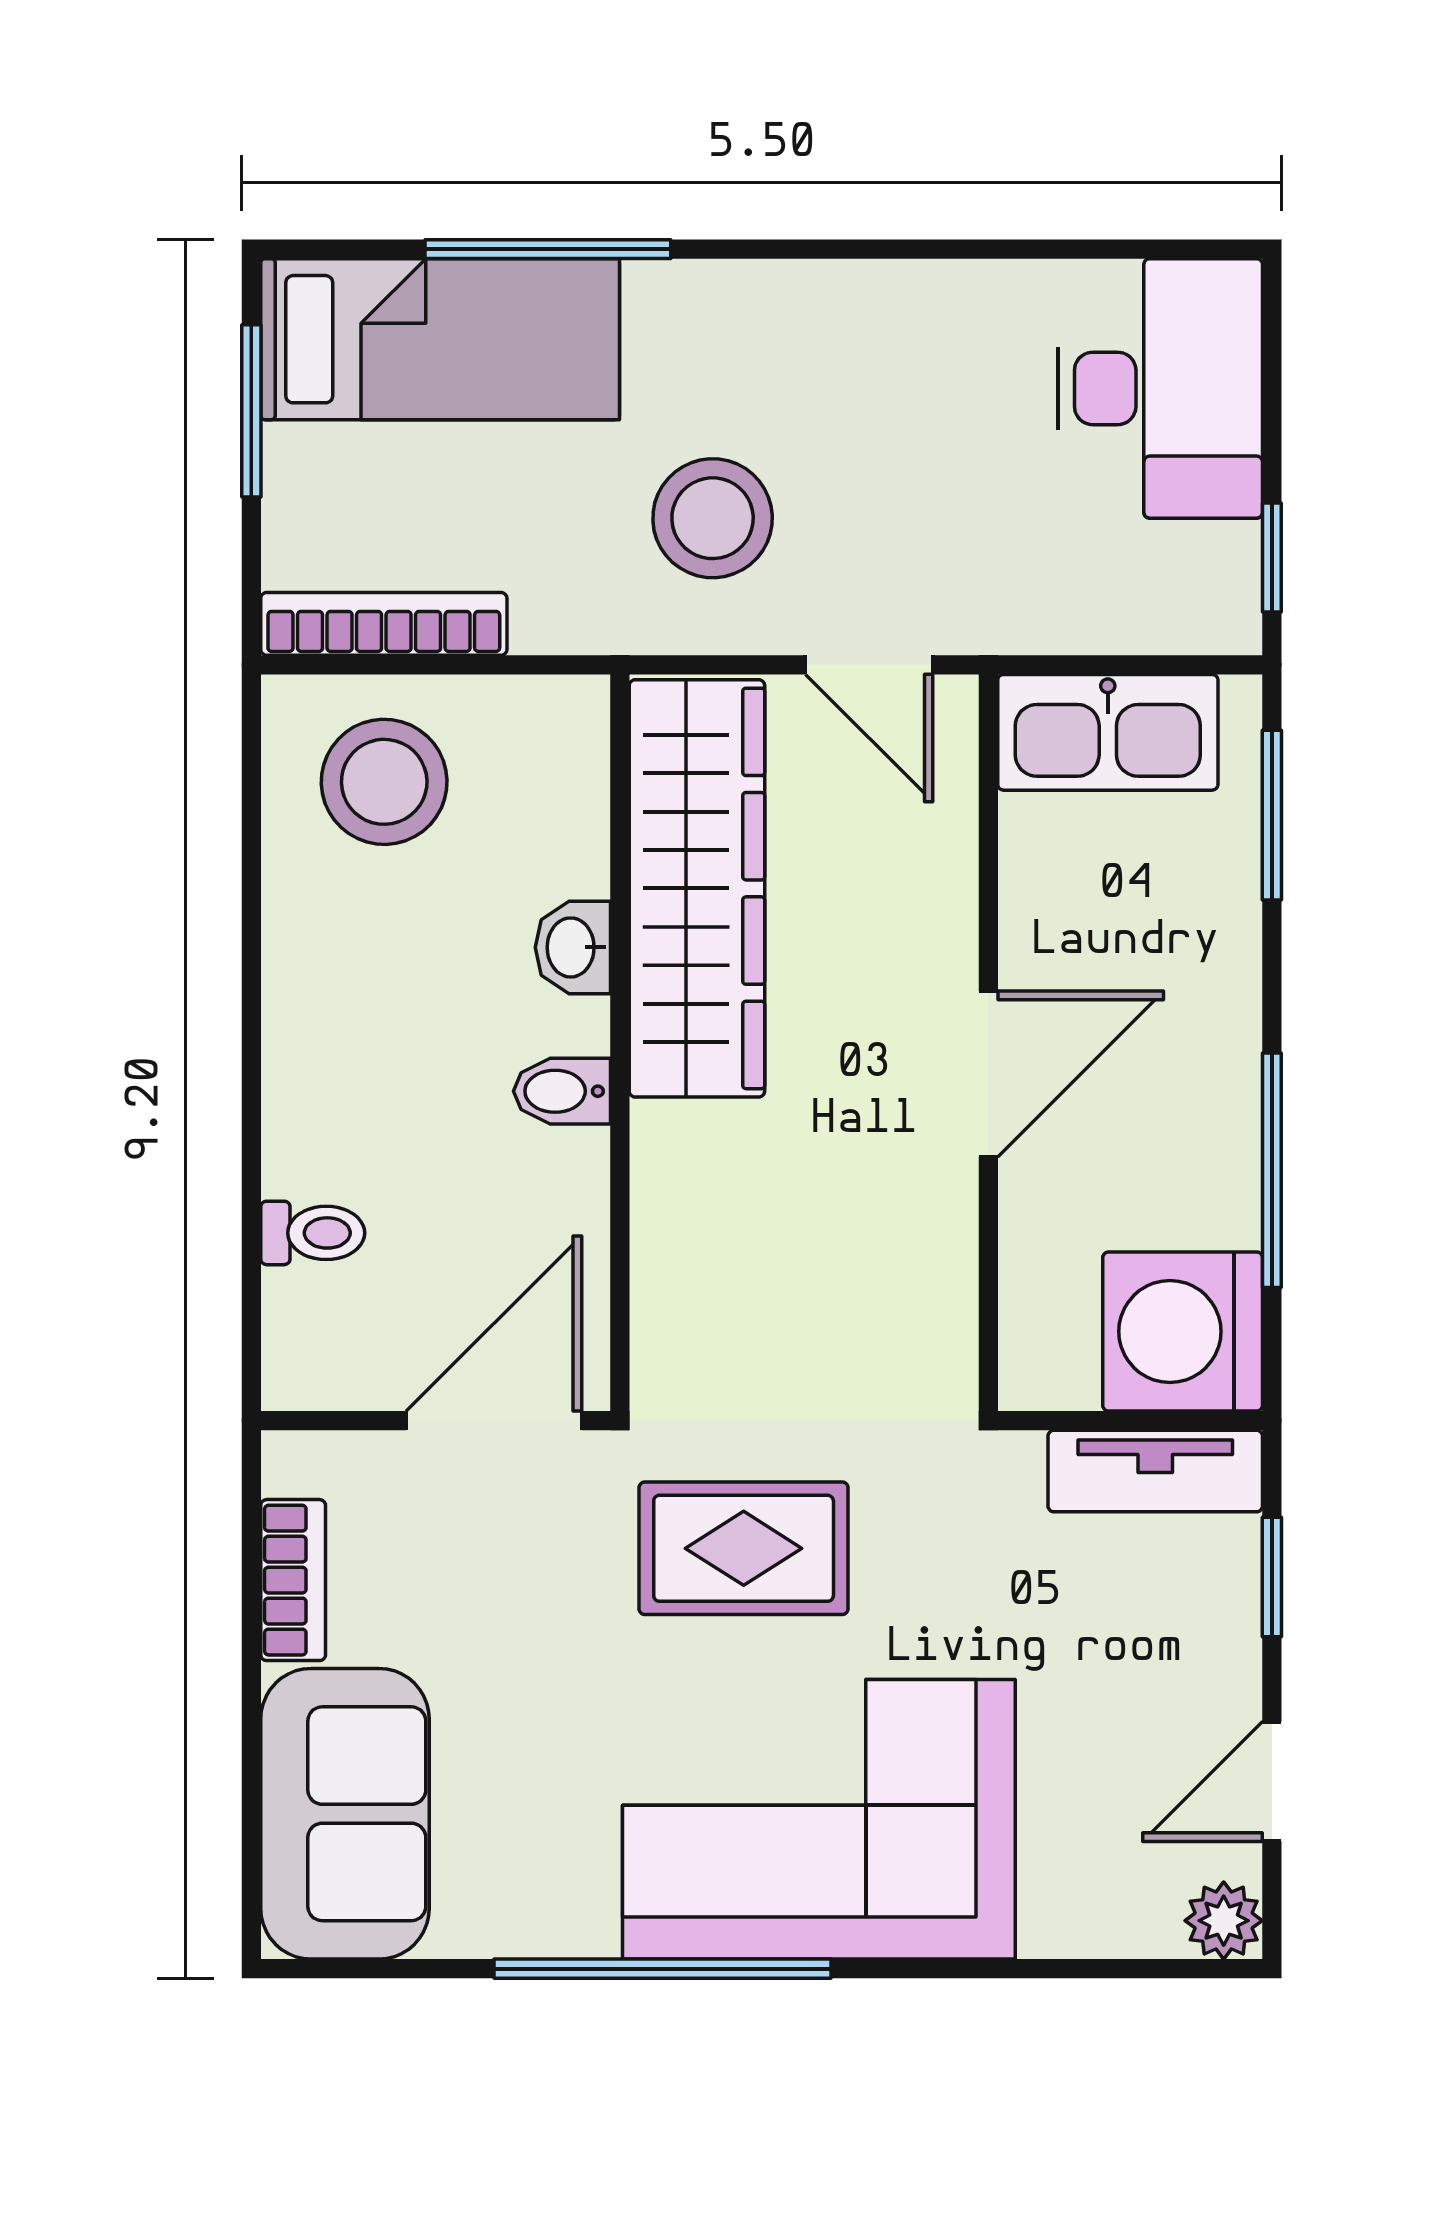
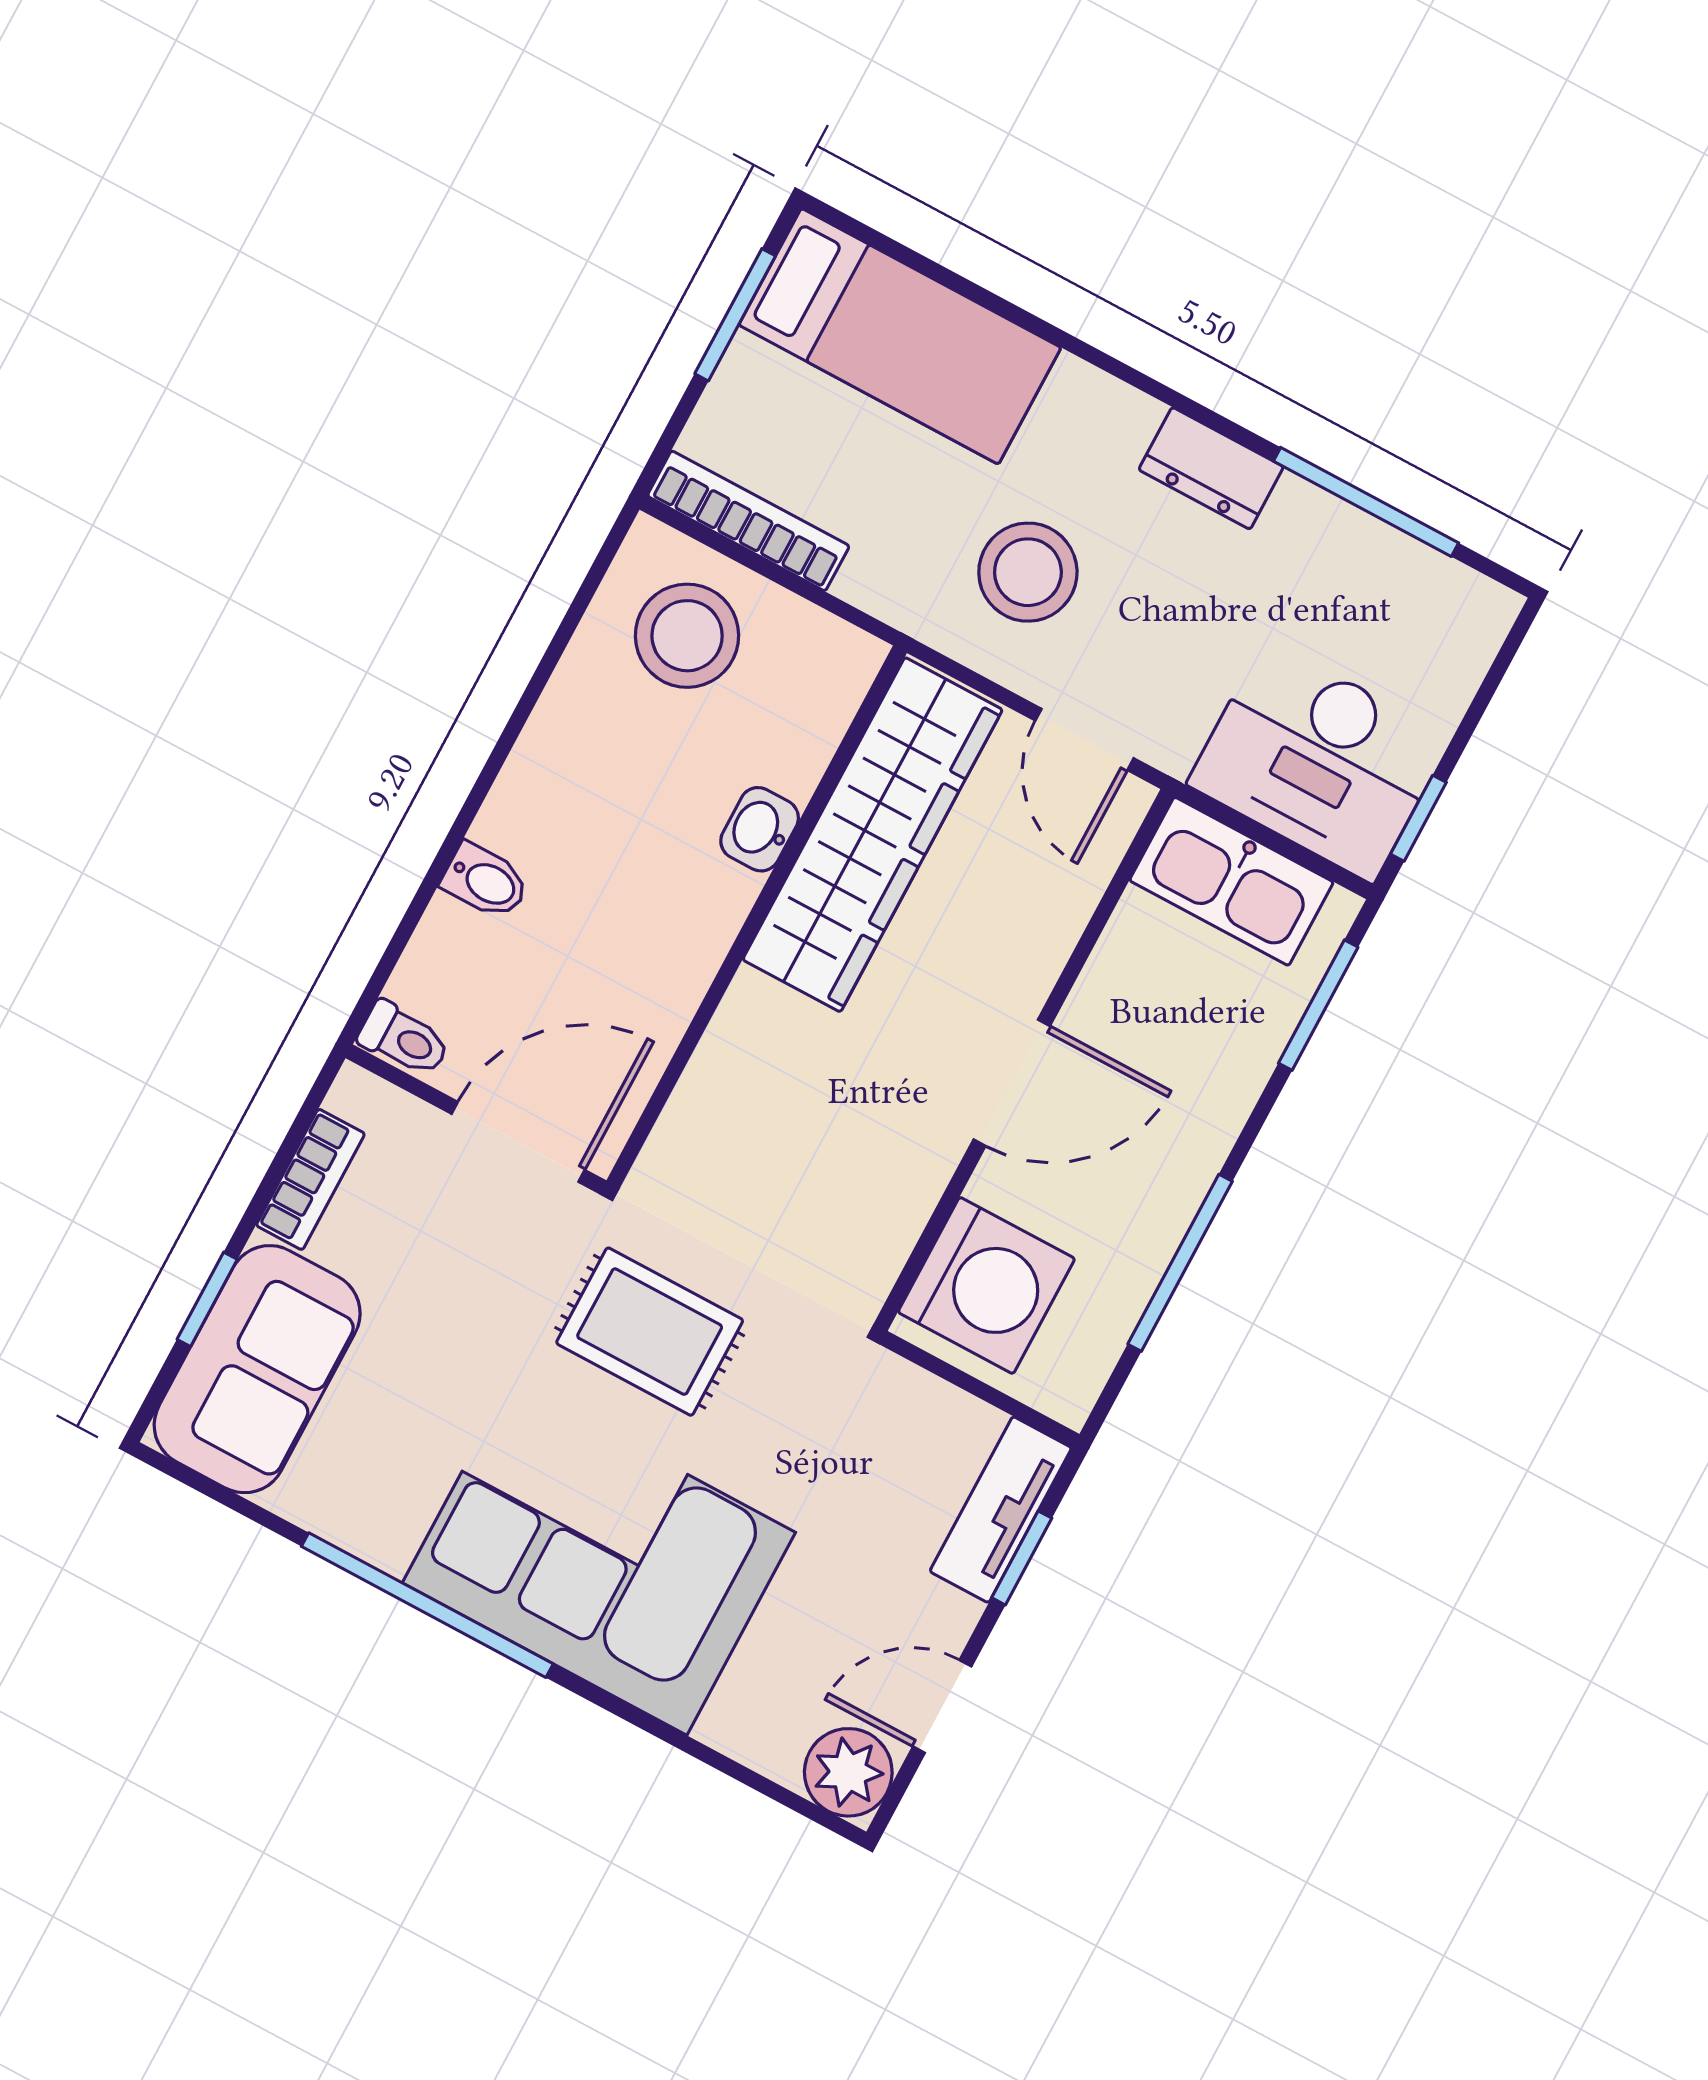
window: (548, 249) -> (1366, 502), moved
dresser: (849, 302) -> (1211, 468), added
desk: (1160, 388) -> (1319, 761), moved, turned 90
bidet: (562, 1091) -> (485, 881), moved, turned 180
toilet: (313, 1233) -> (404, 1039), moved
washing machine: (1183, 1331) -> (986, 1285), moved, turned 180
tv unit: (1155, 1471) -> (1001, 1510), moved, turned 90
window: (251, 1768) -> (207, 1299), added
plant: (1224, 1921) -> (848, 1772), width x1.38, depth x1.38

